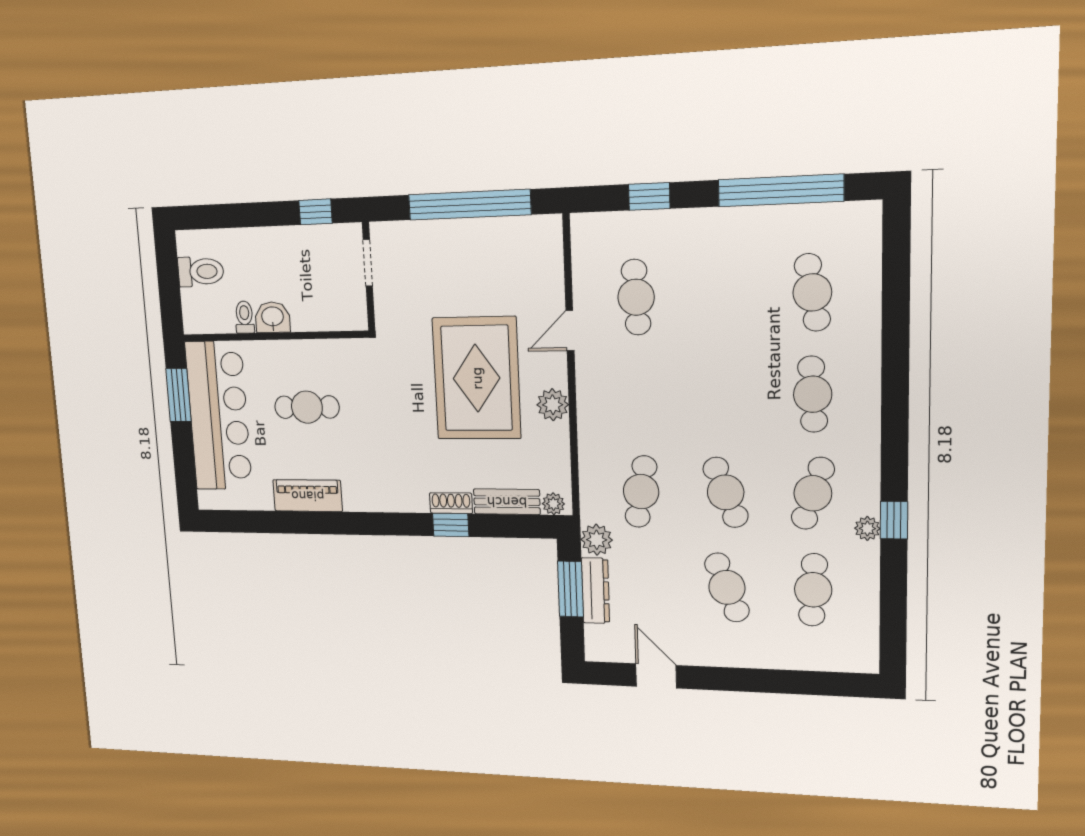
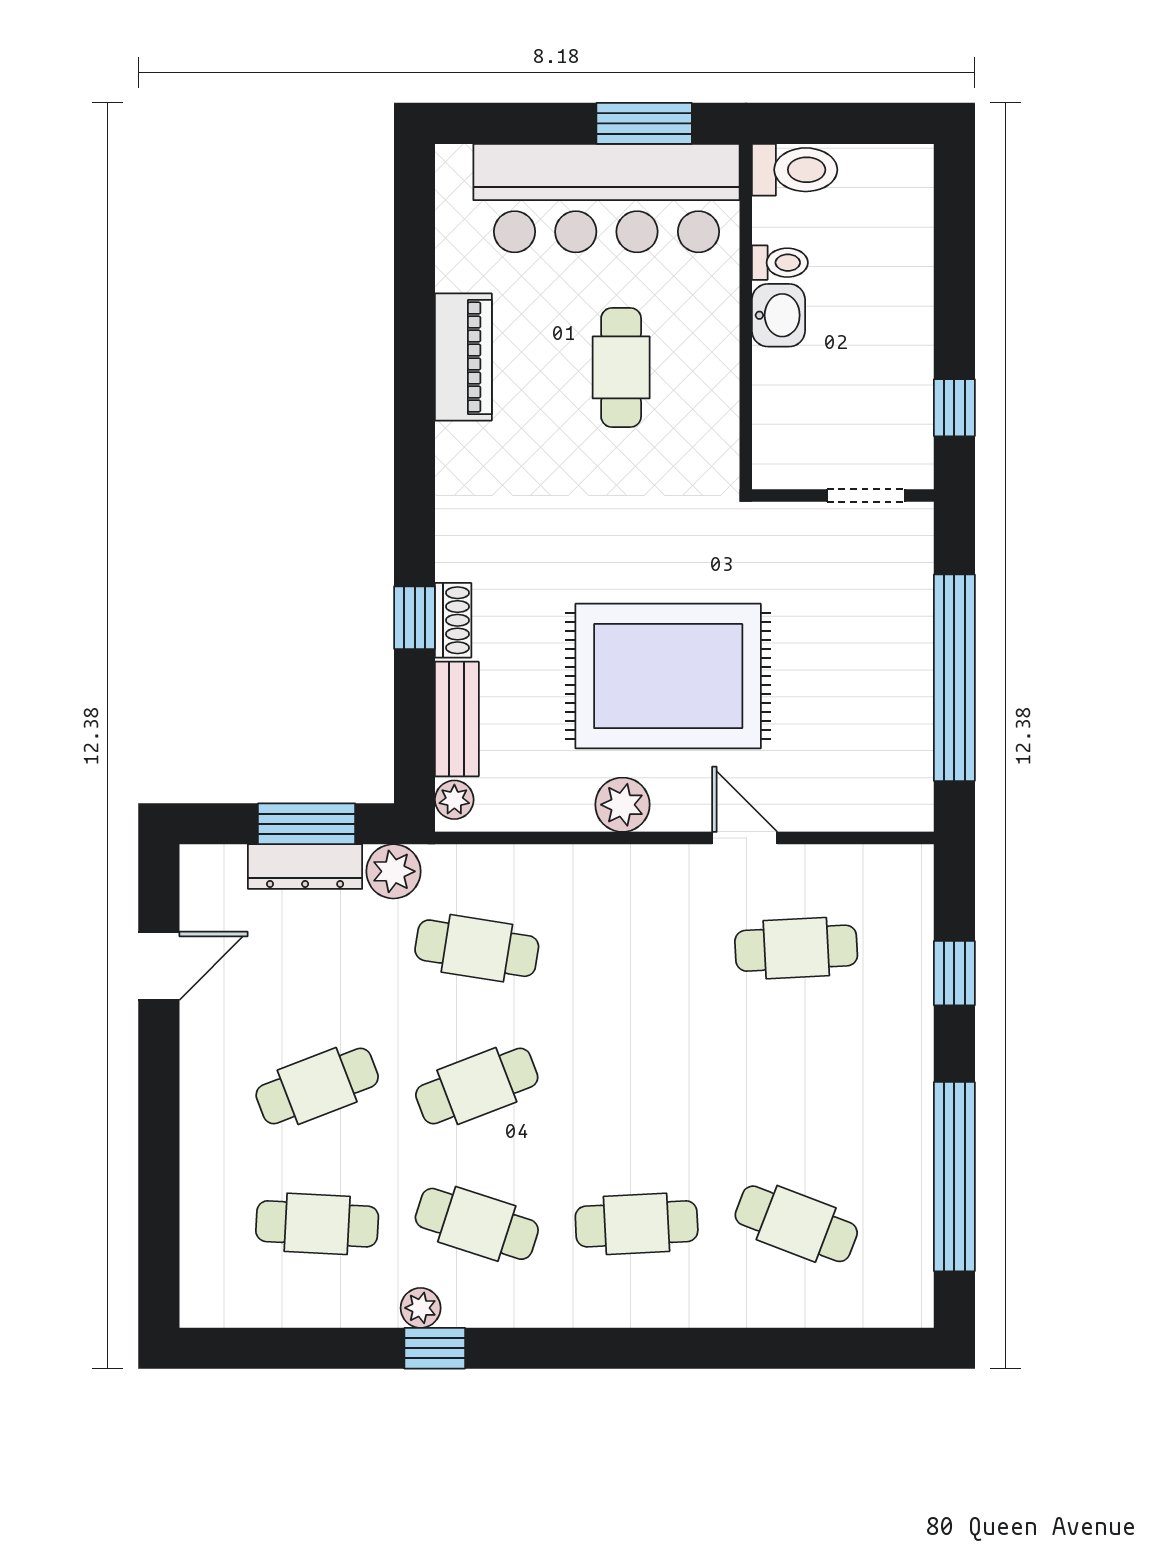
toilet: (201, 272) -> (795, 170), moved, turned -90
cafe table: (812, 292) -> (796, 1224), turned 30

